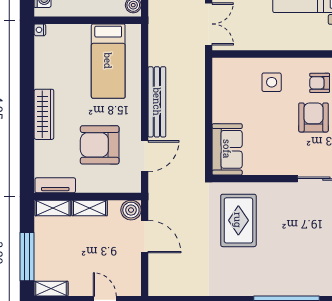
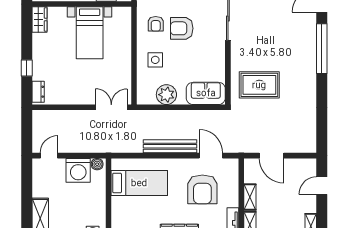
plant: (226, 97) -> (166, 95), added
boiler: (131, 210) -> (252, 166), removed
door: (145, 237) -> (271, 156), swing flipped

